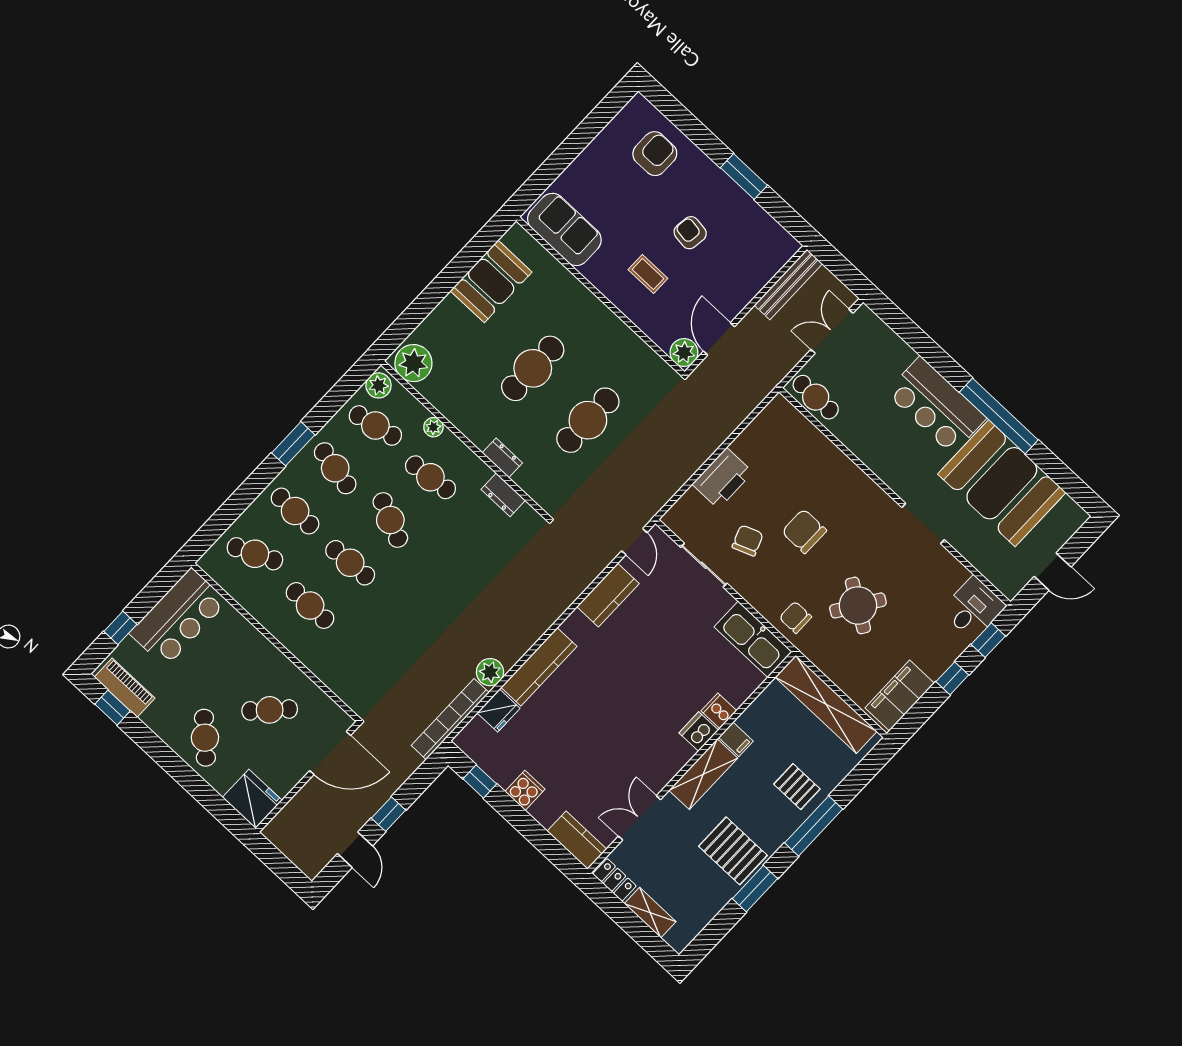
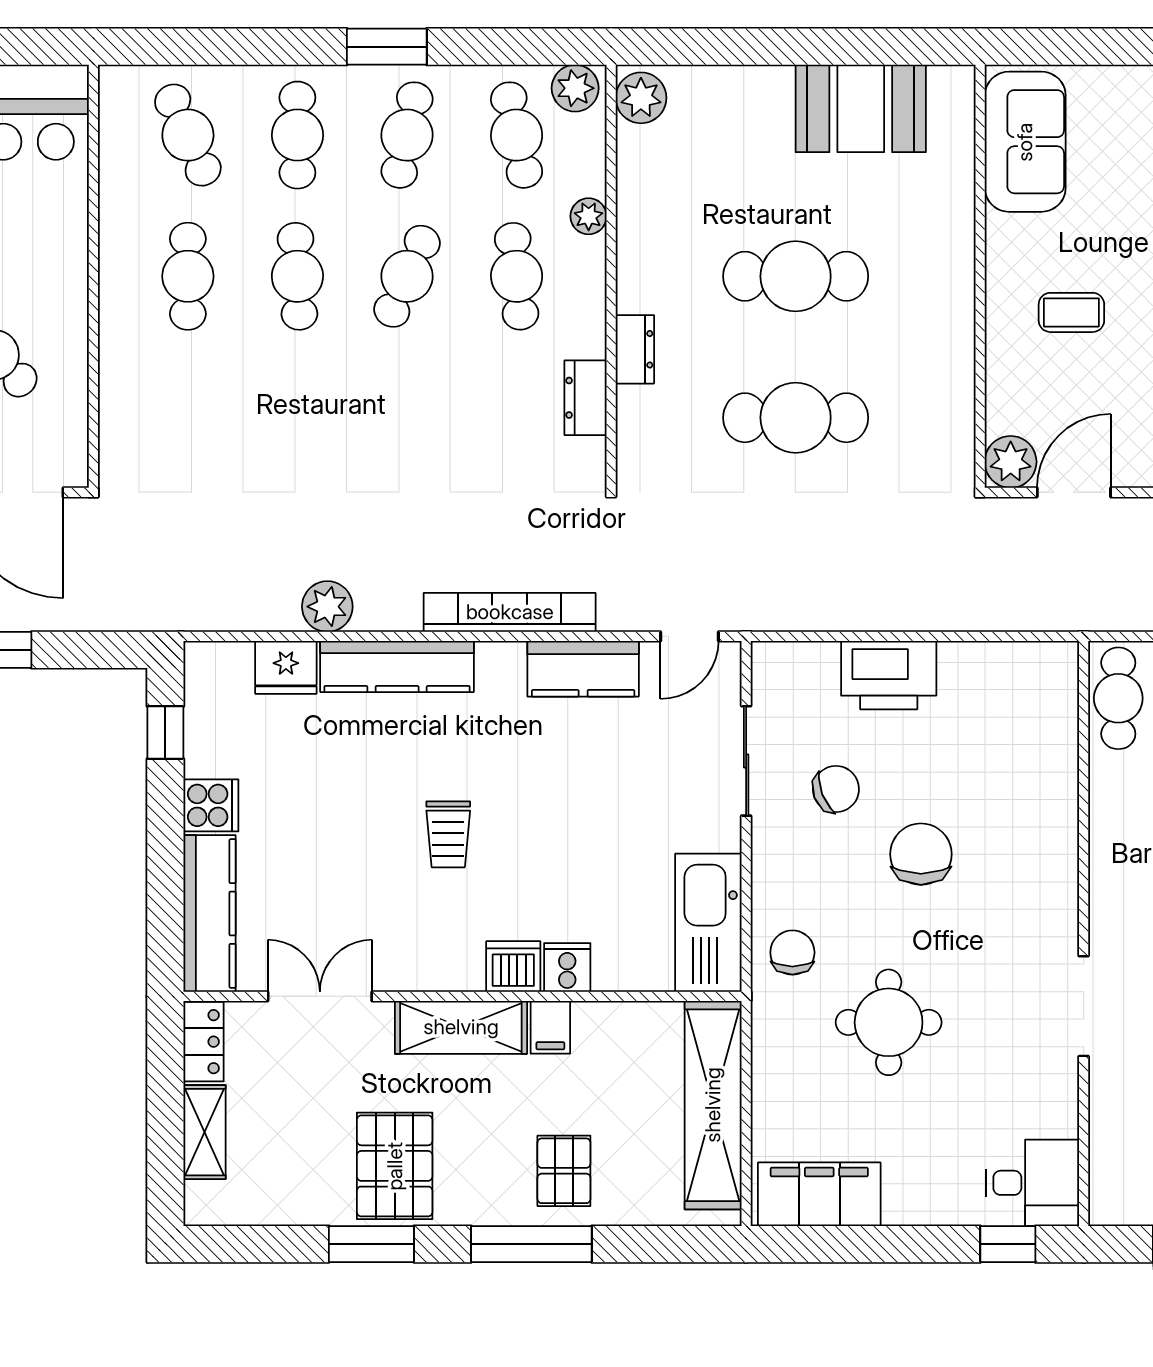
coffee table: (648, 274) -> (1071, 312), turned 90
plant: (413, 363) -> (641, 98), width x0.73, depth x0.73
round table: (858, 605) -> (889, 1022), turned -33
window: (952, 678) -> (910, 1244), removed
trolley: (623, 708) -> (448, 834), added
bookcase: (450, 719) -> (510, 612), moved
kitchen counter: (577, 840) -> (210, 914), width x1.50

